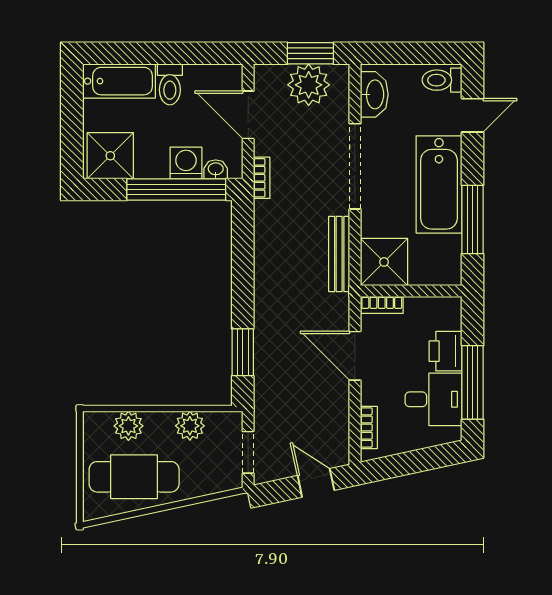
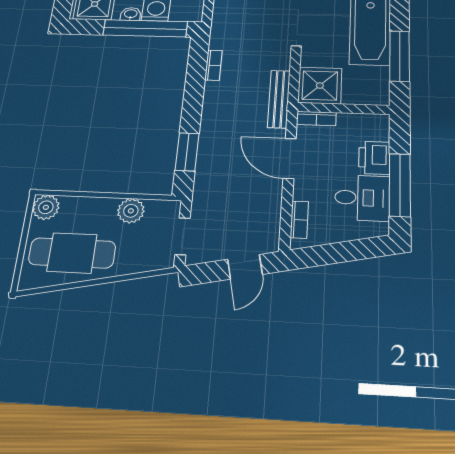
washbasin: (216, 169) -> (131, 14), moved
bookcase: (262, 178) -> (213, 65), moved
bench: (339, 254) -> (279, 99), moved
plant: (128, 426) -> (46, 207), moved
door: (316, 483) -> (245, 267), swing flipped

